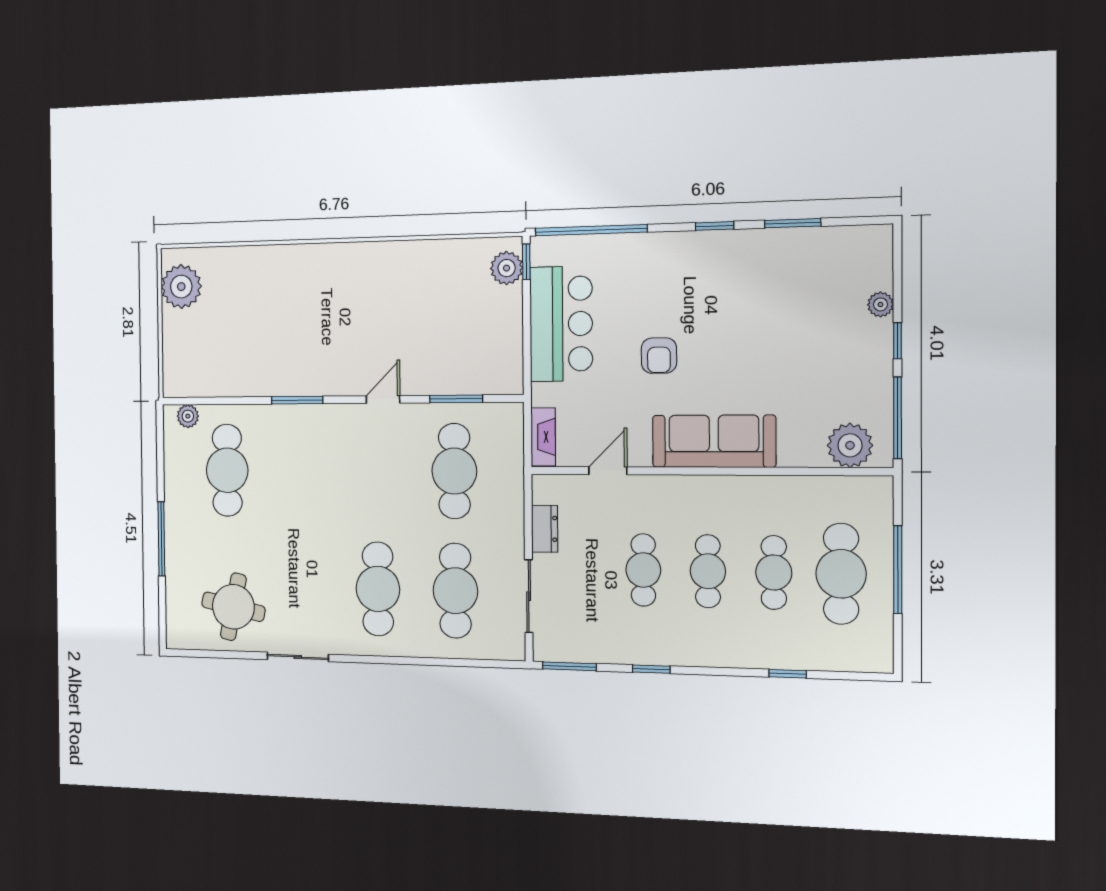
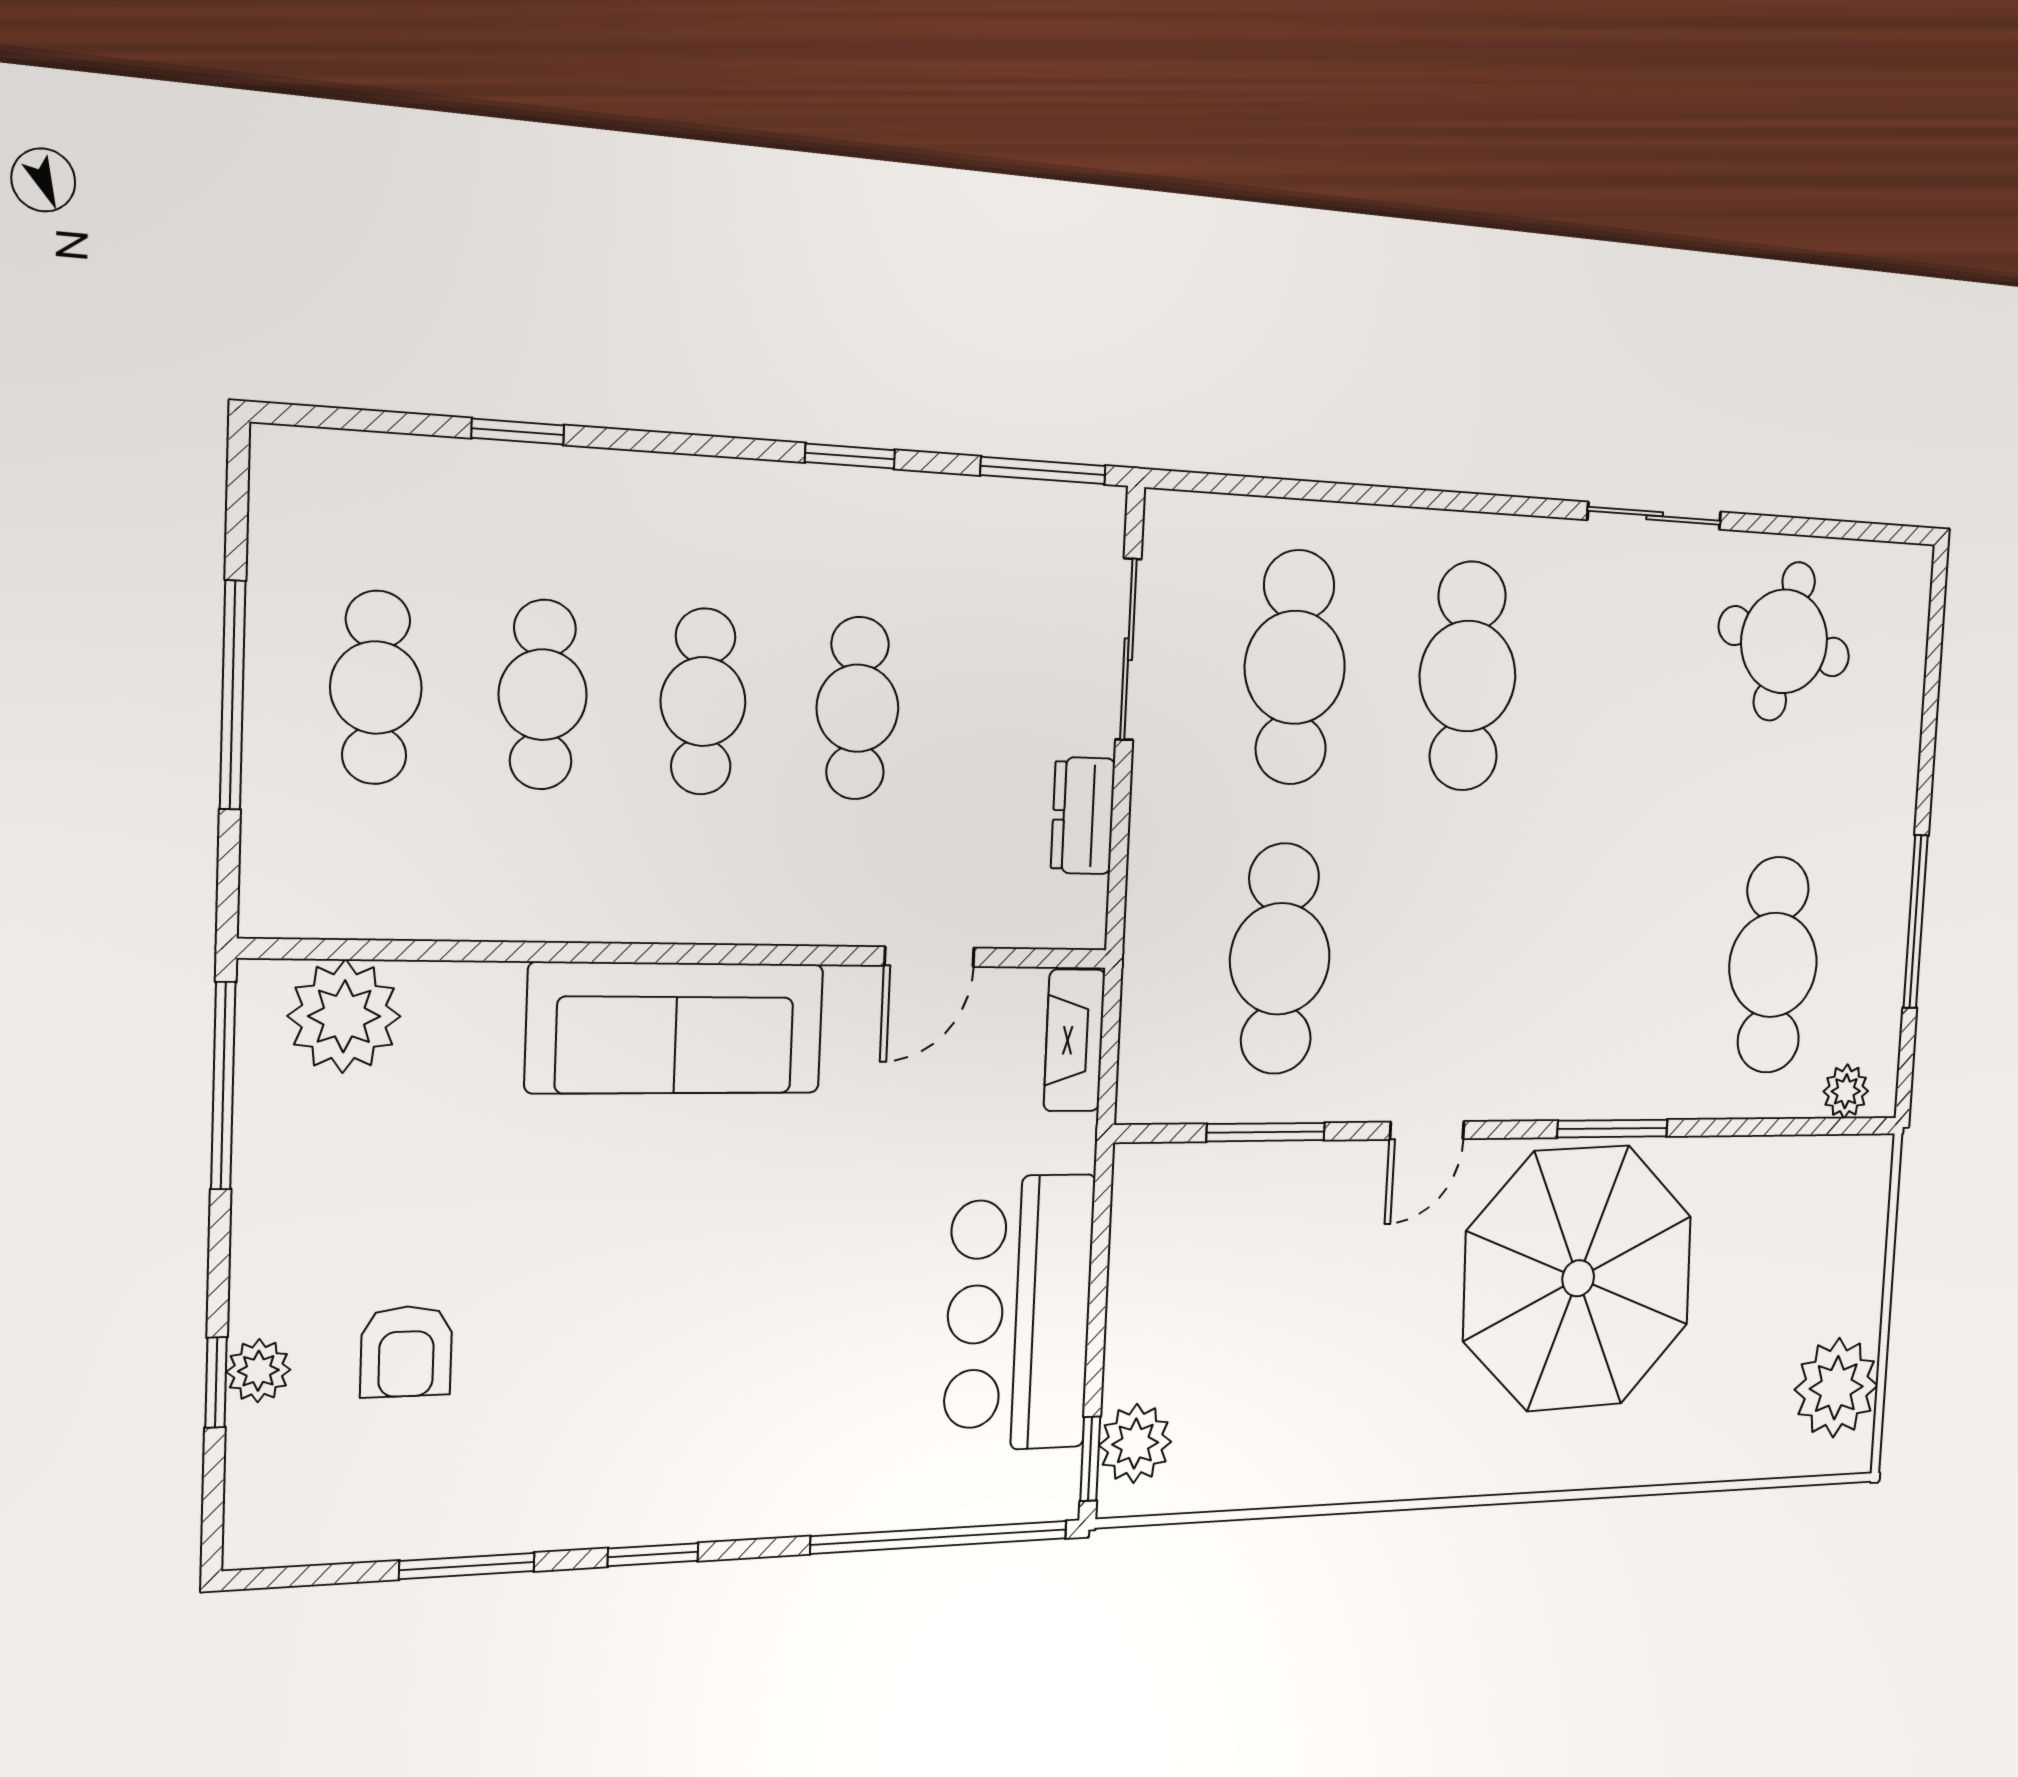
parasol: (308, 336) -> (1578, 1278), added
window: (898, 341) -> (216, 1382), moved
armchair: (659, 356) -> (406, 1351), moved, turned 180
window: (161, 539) -> (1916, 922), moved
cafe table: (841, 574) -> (376, 688), width x0.73, depth x0.74

